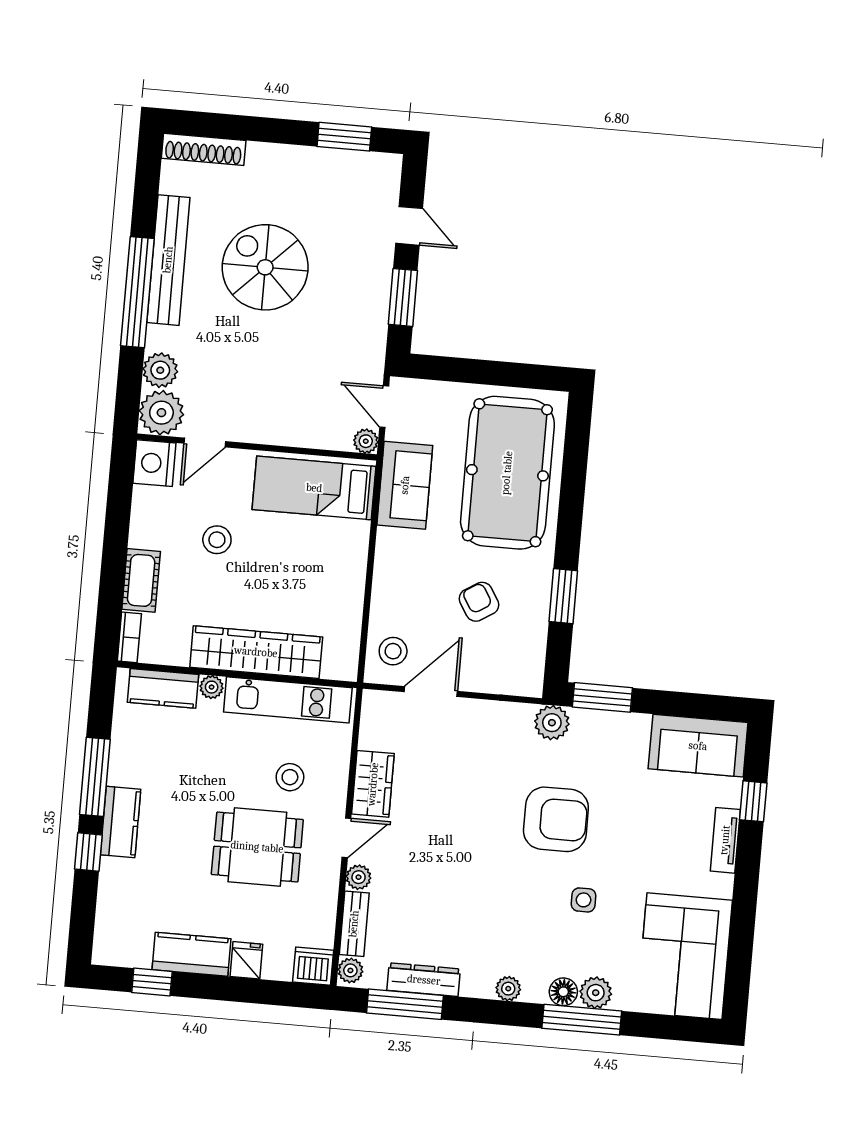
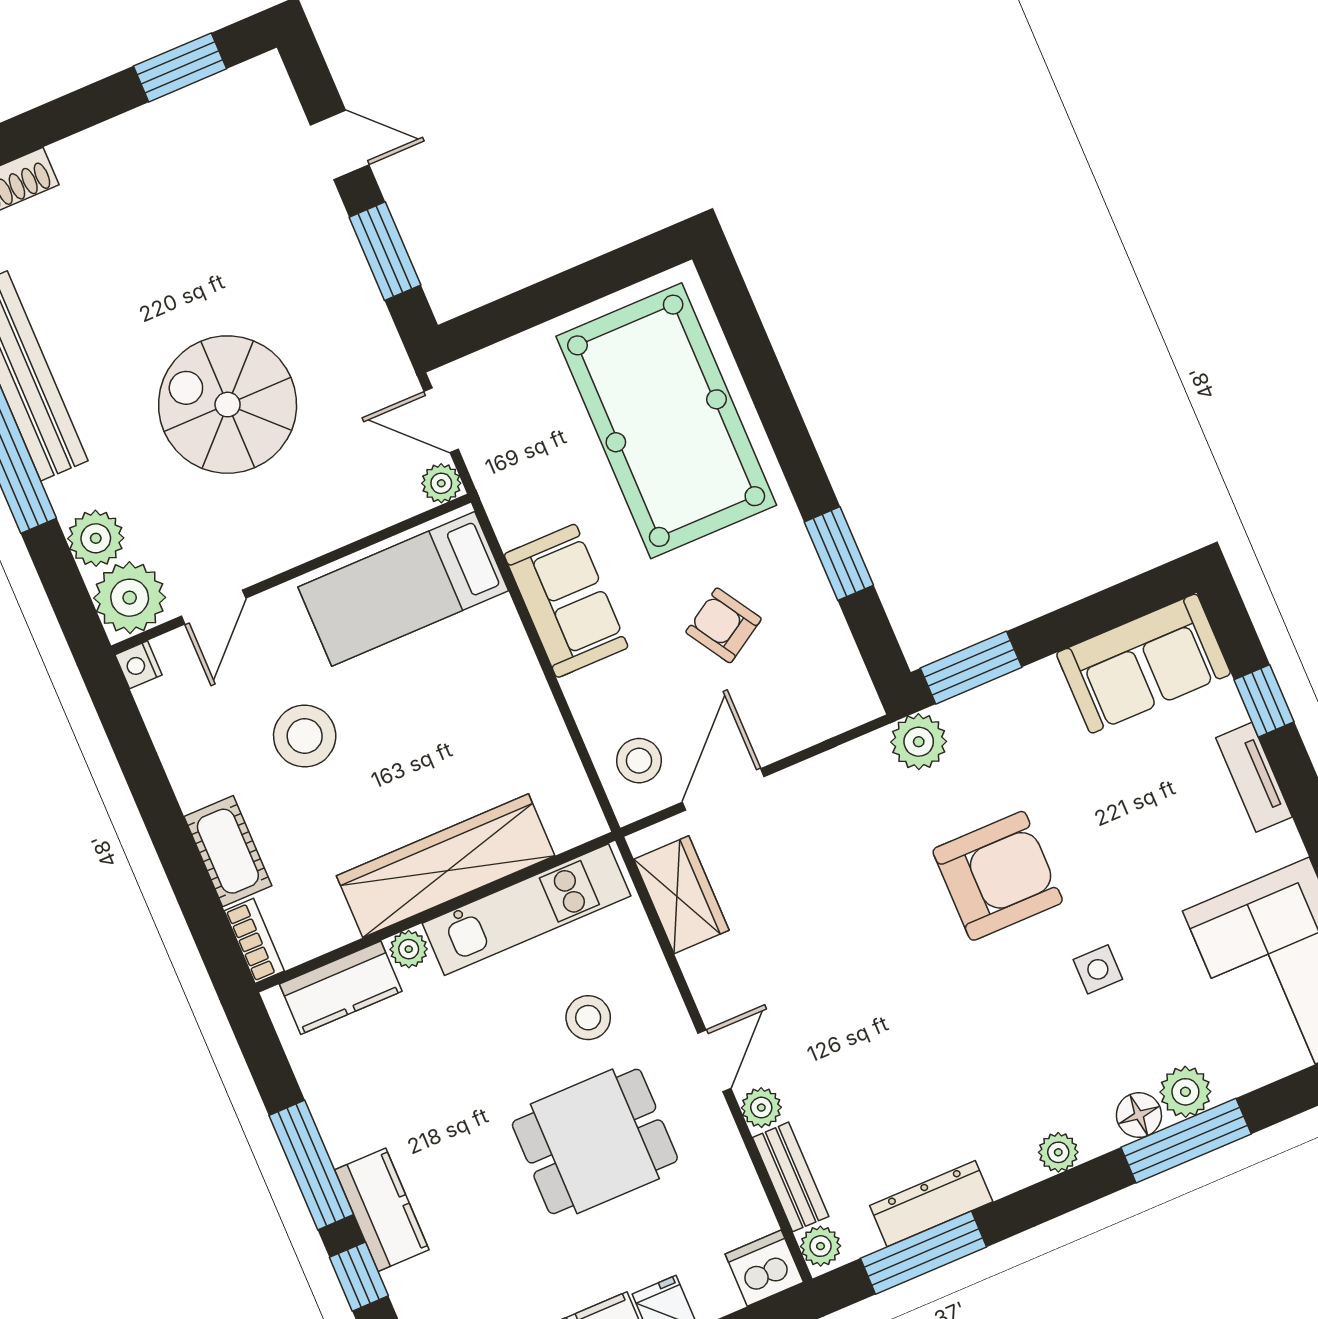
spiral stairs: (265, 267) -> (228, 405), moved
nightstand: (154, 463) -> (138, 665), width x0.53, depth x0.56
sofa: (405, 485) -> (566, 601), moved
stool: (217, 540) -> (305, 736), width x1.38, depth x1.38
wardrobe: (373, 784) -> (681, 895), moved

